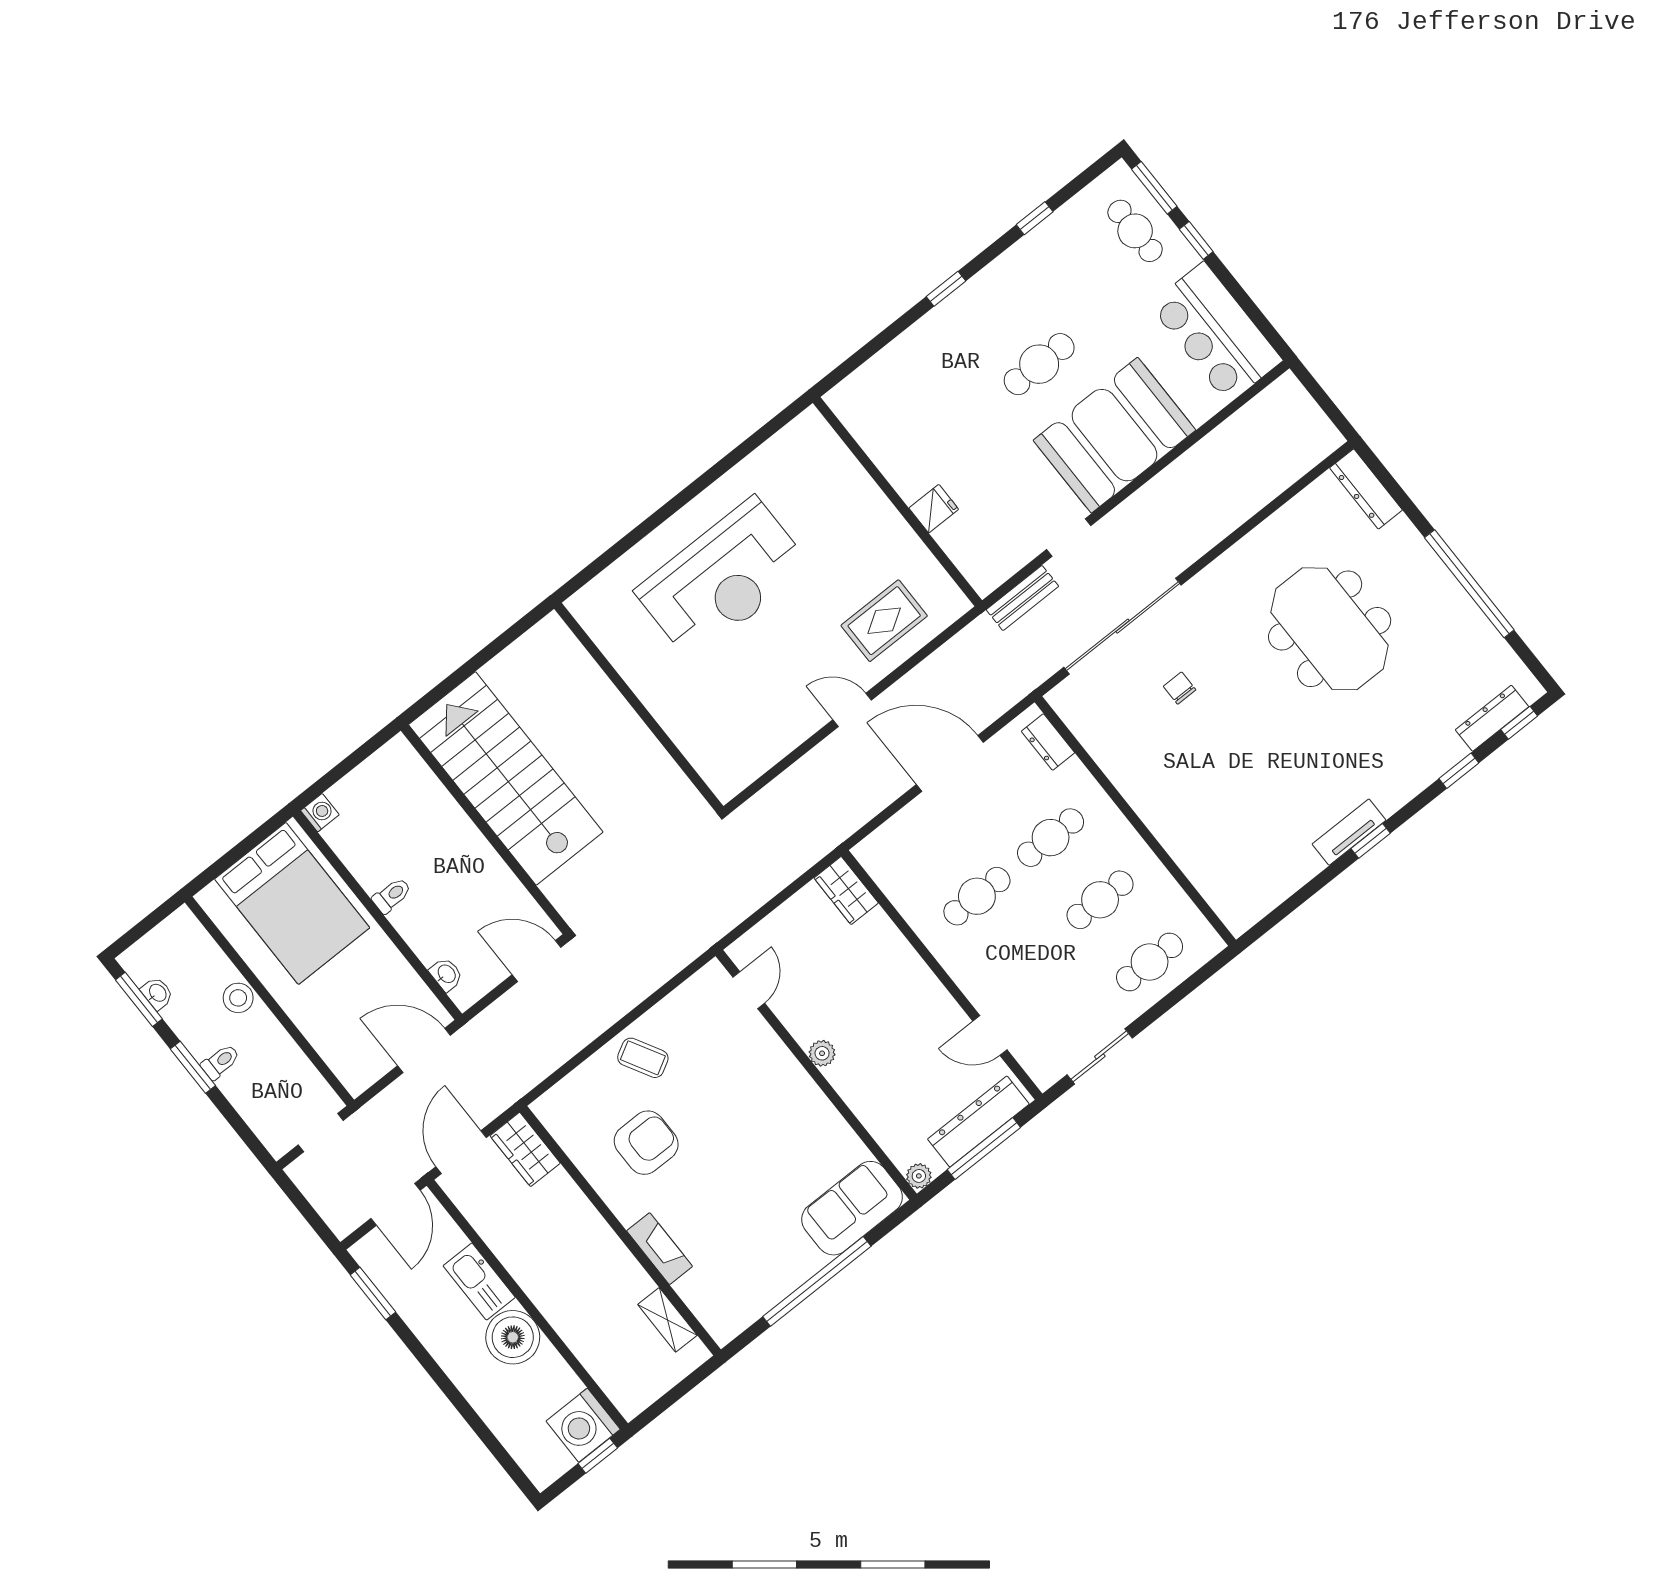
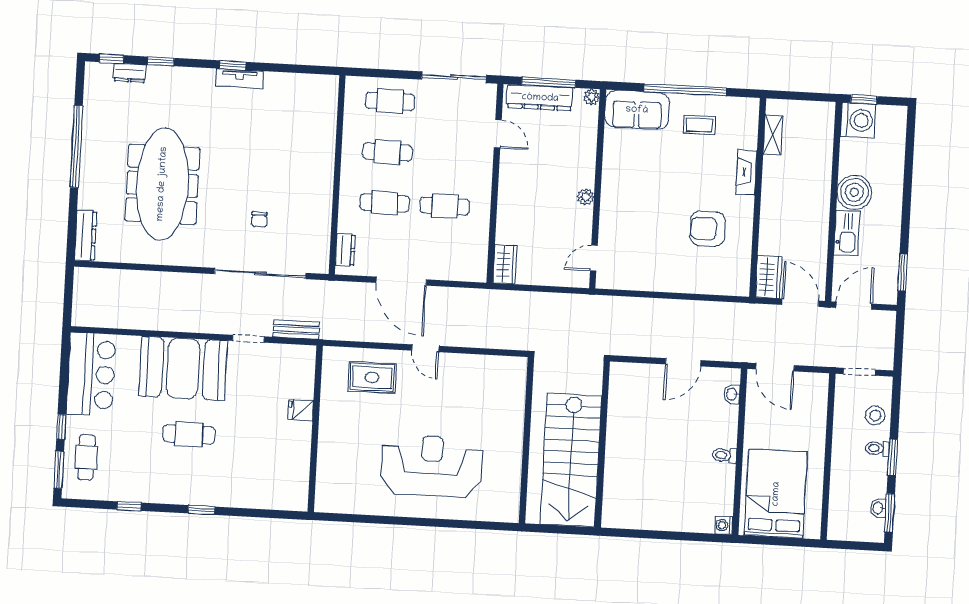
meeting table: (1330, 629) -> (162, 184), width x1.36
dresser: (1492, 718) -> (130, 73), width x0.70
stairs: (506, 778) -> (571, 460), moved
wall: (486, 829) -> (602, 444), moved
door: (536, 961) -> (683, 362), hinge flipped
stool: (238, 998) -> (875, 415), moved
sliding door: (1100, 1056) -> (454, 77), width x1.37
coffee table: (643, 1058) -> (699, 125), moved, turned -61
door: (461, 1152) -> (800, 303), swing flipped

